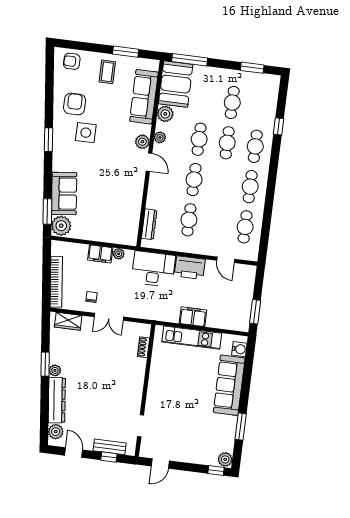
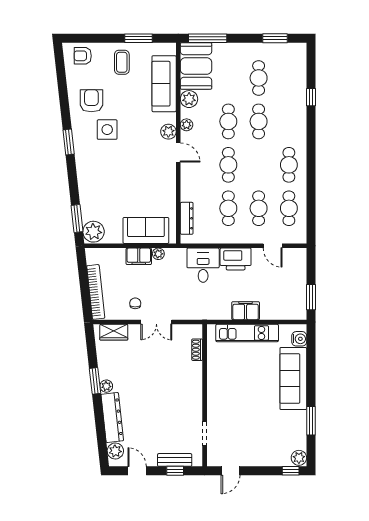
cafe table: (255, 146) -> (259, 208), moved
sofa: (64, 193) -> (146, 230), moved, turned -84
desk: (153, 269) -> (203, 265), width x0.73

